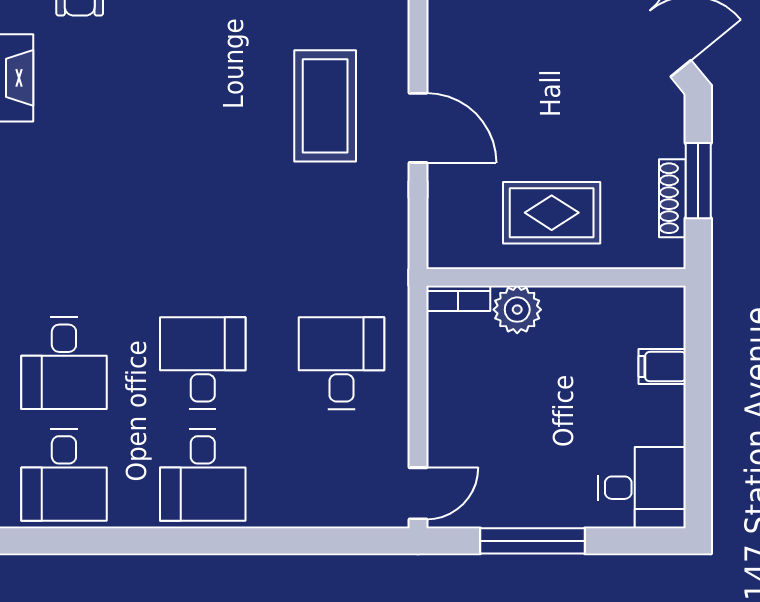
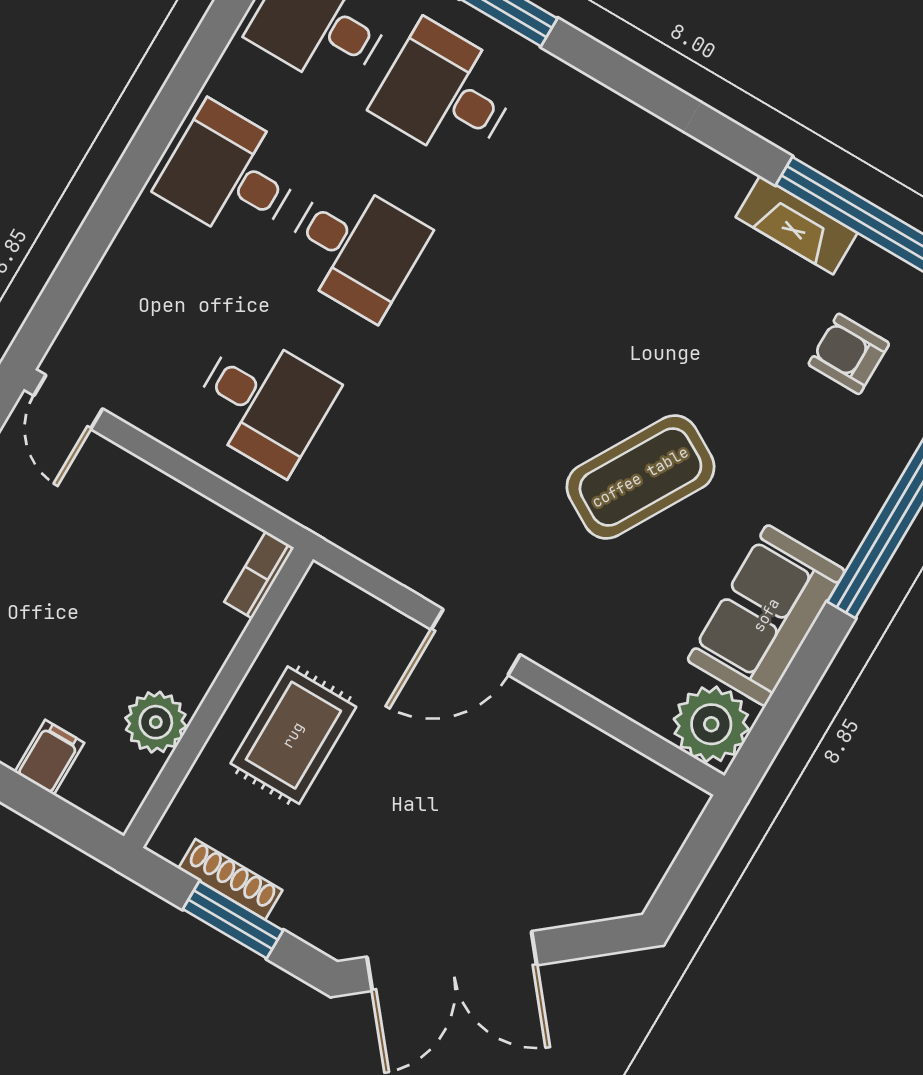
coffee table: (325, 106) -> (640, 477), moved, turned -60
plant: (517, 310) -> (156, 722), moved

